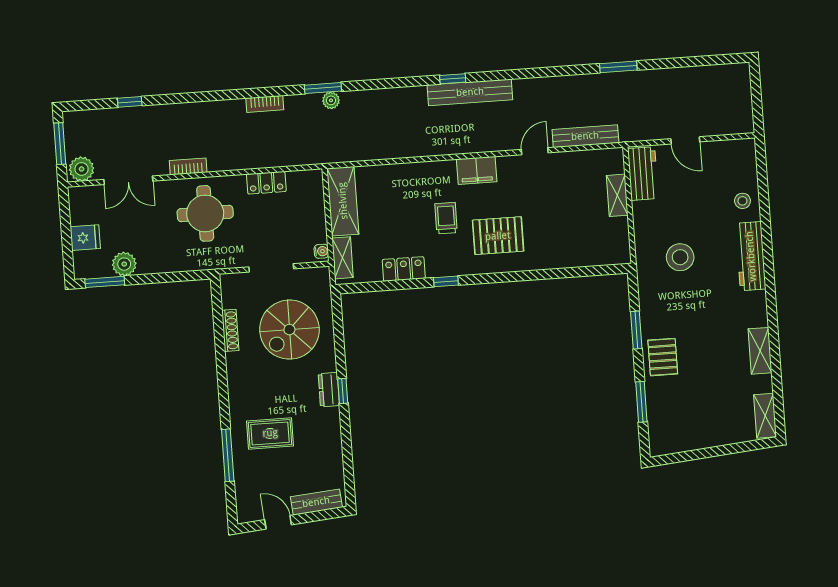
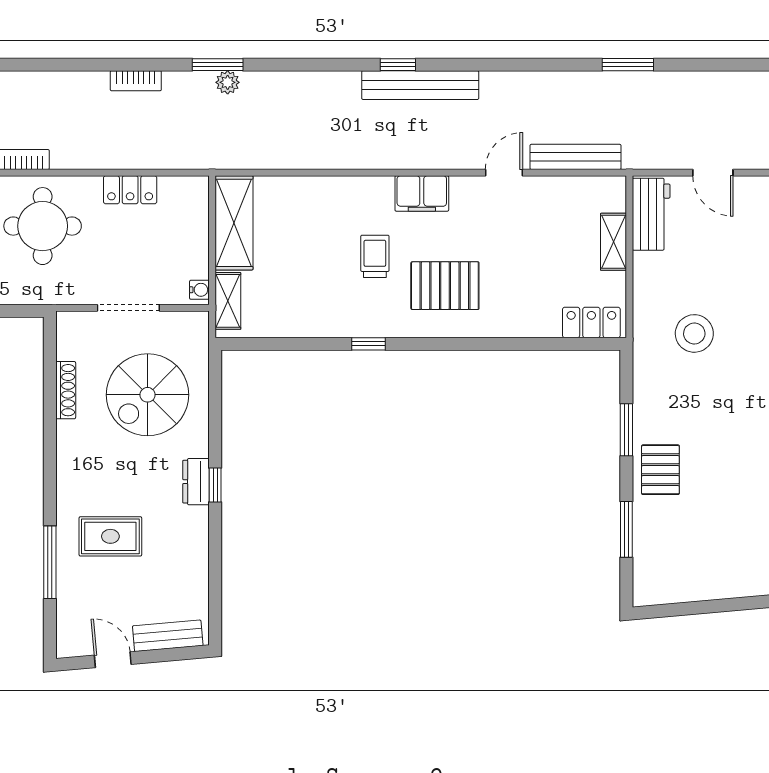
locker: (404, 269) -> (591, 322), moved

